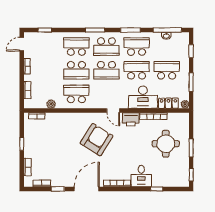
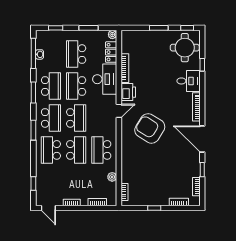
school desk: (137, 47) -> (51, 86), turned 180
round table: (166, 144) -> (185, 48), moved

